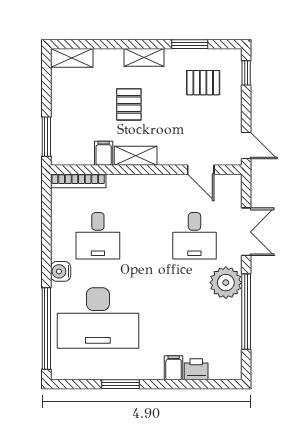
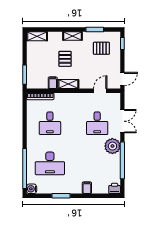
door: (246, 146) -> (122, 79), hinge flipped
door: (201, 170) -> (100, 91), swing flipped
water cooler: (61, 271) -> (32, 189), moved
desk: (98, 318) -> (50, 163), width x0.73, depth x0.77
printer: (196, 369) -> (115, 188), moved

